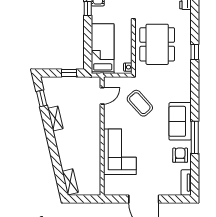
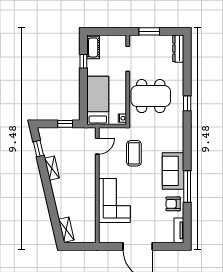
dining table: (157, 44) -> (151, 96), turned 90
coffee table: (140, 103) -> (134, 153), turned 42
armchair: (180, 155) -> (173, 204), turned -90

